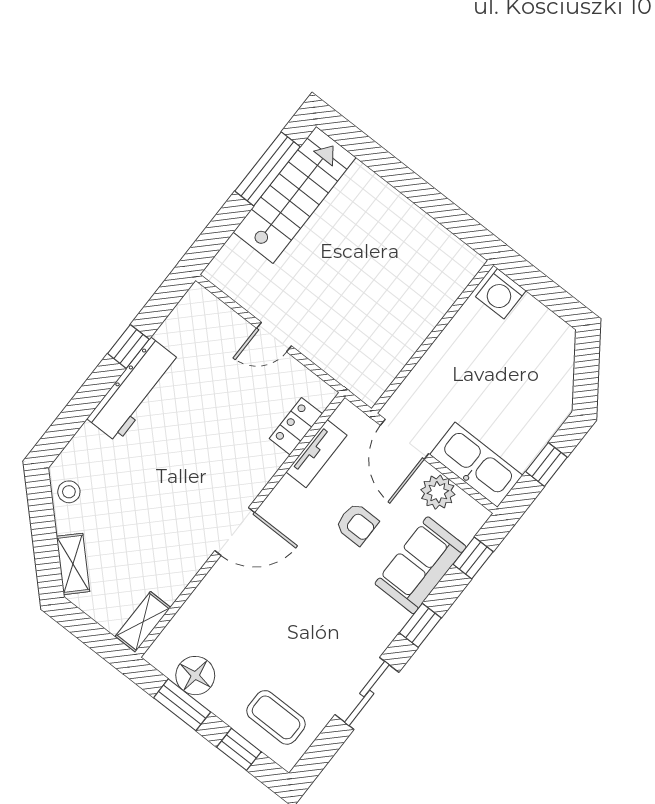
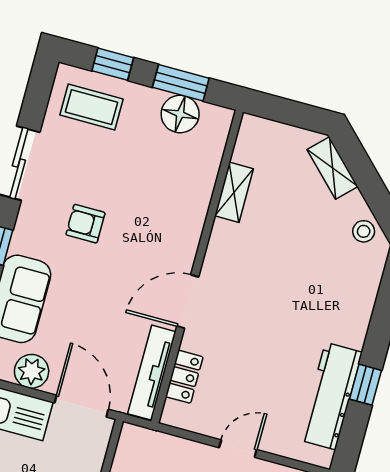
workbench: (134, 390) -> (331, 396), moved
tv unit: (317, 454) -> (152, 373), width x1.41
armchair: (357, 524) -> (85, 224), moved
door: (235, 532) -> (188, 302), moved
shelving: (143, 622) -> (234, 192), moved

